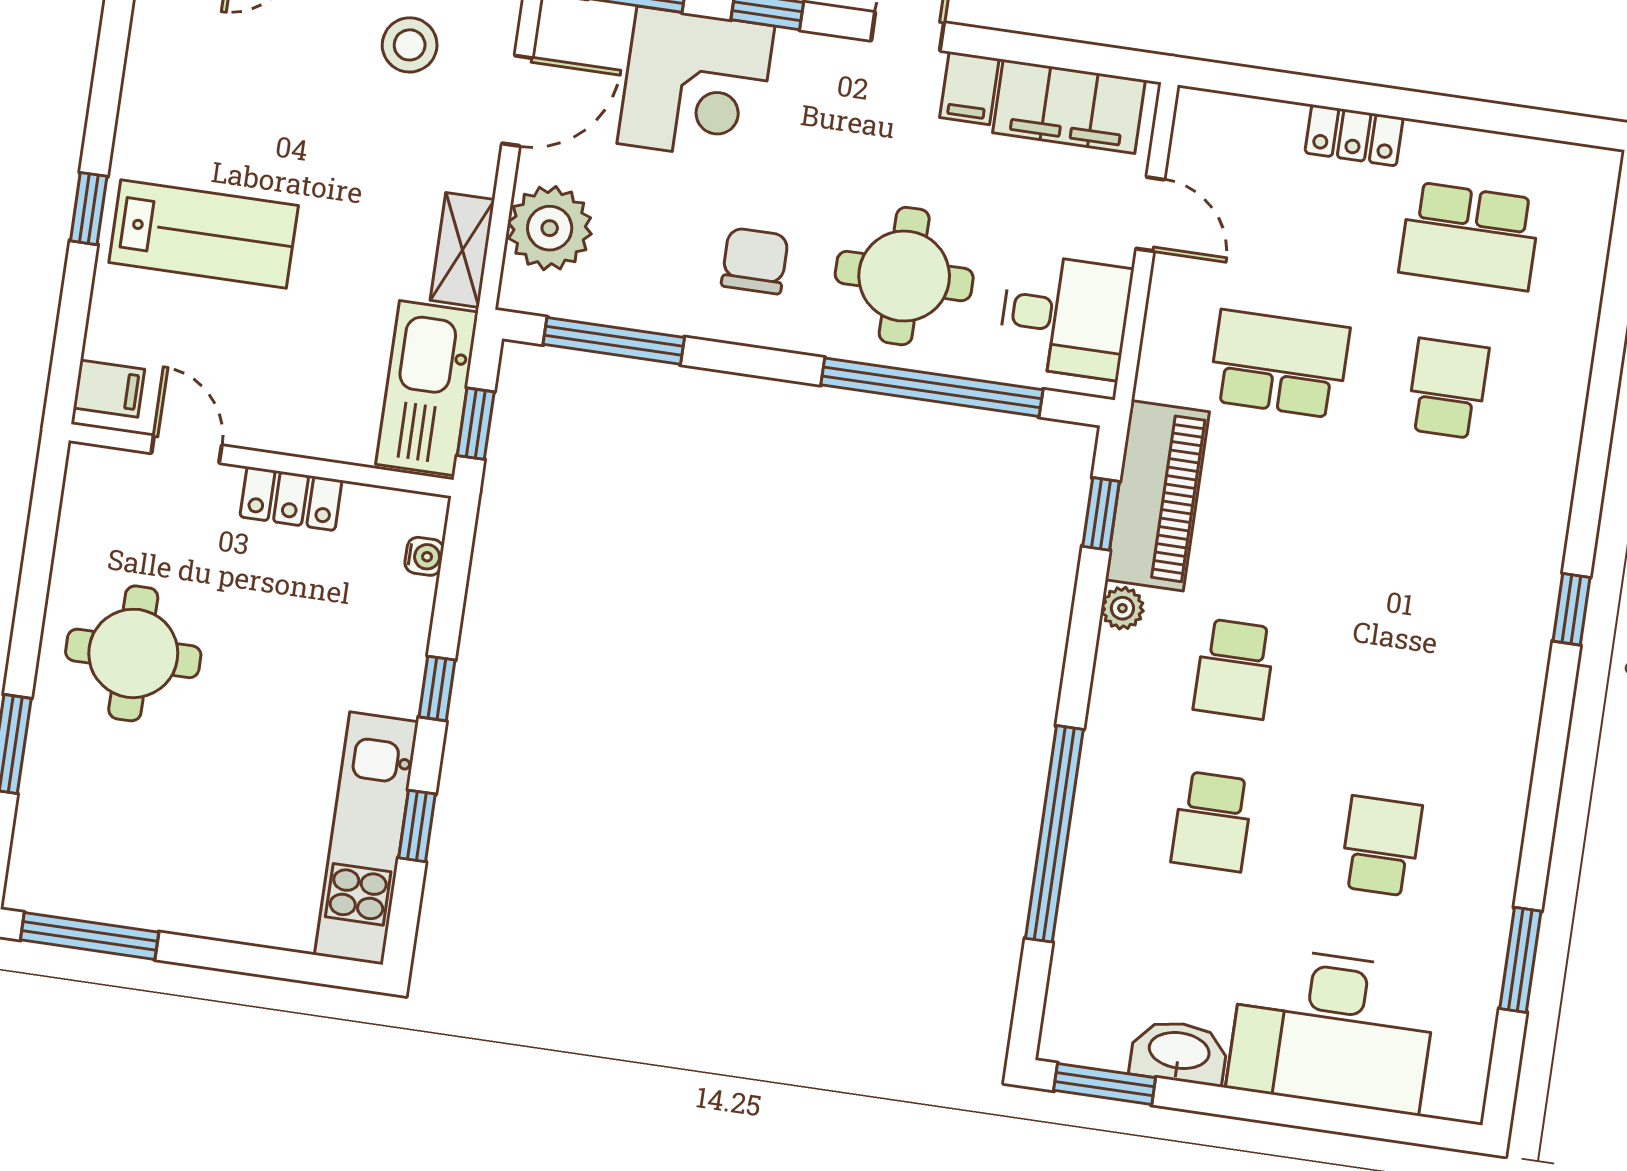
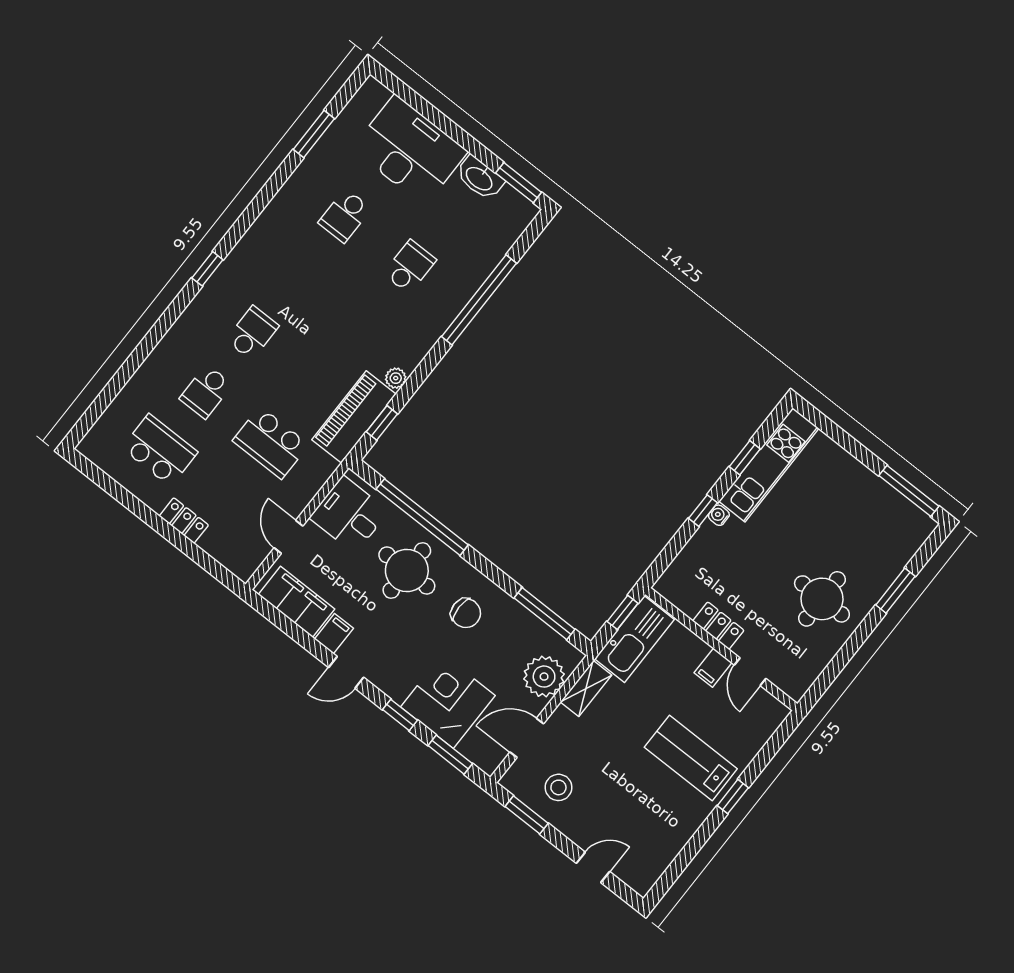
chair: (755, 261) -> (466, 613), turned -90
filing cabinet: (109, 389) -> (713, 668), moved, turned -90
water cooler: (424, 556) -> (719, 515), moved
school desk: (1235, 669) -> (252, 333), moved

